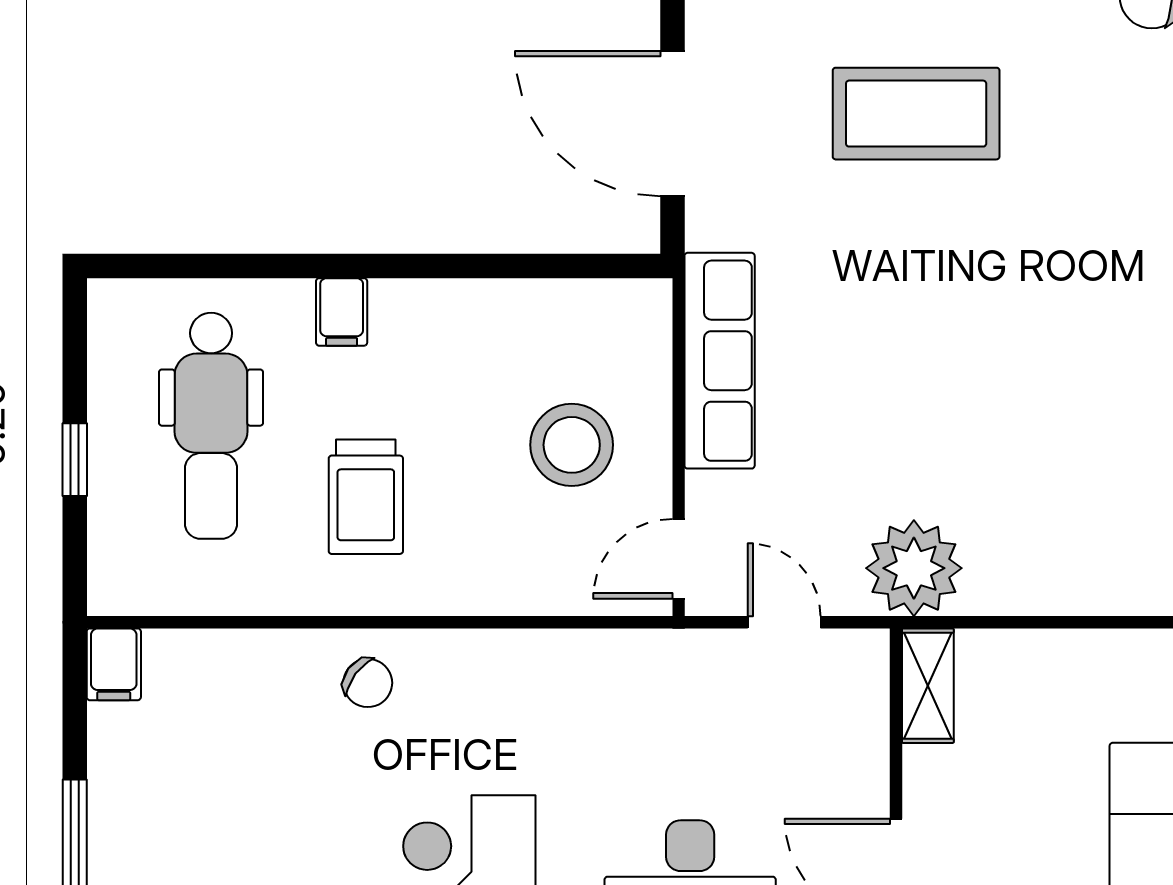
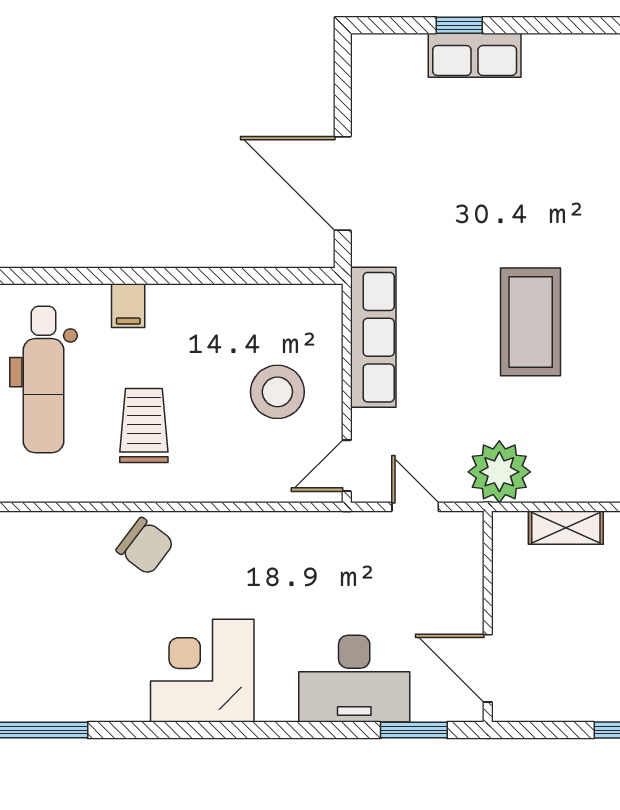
coffee table: (916, 114) -> (531, 322), moved, turned 90
trolley: (366, 497) -> (144, 425), turned 180
chair: (368, 683) -> (145, 546), width x1.37, depth x1.37
shelving: (928, 686) -> (566, 528), moved, turned 90

